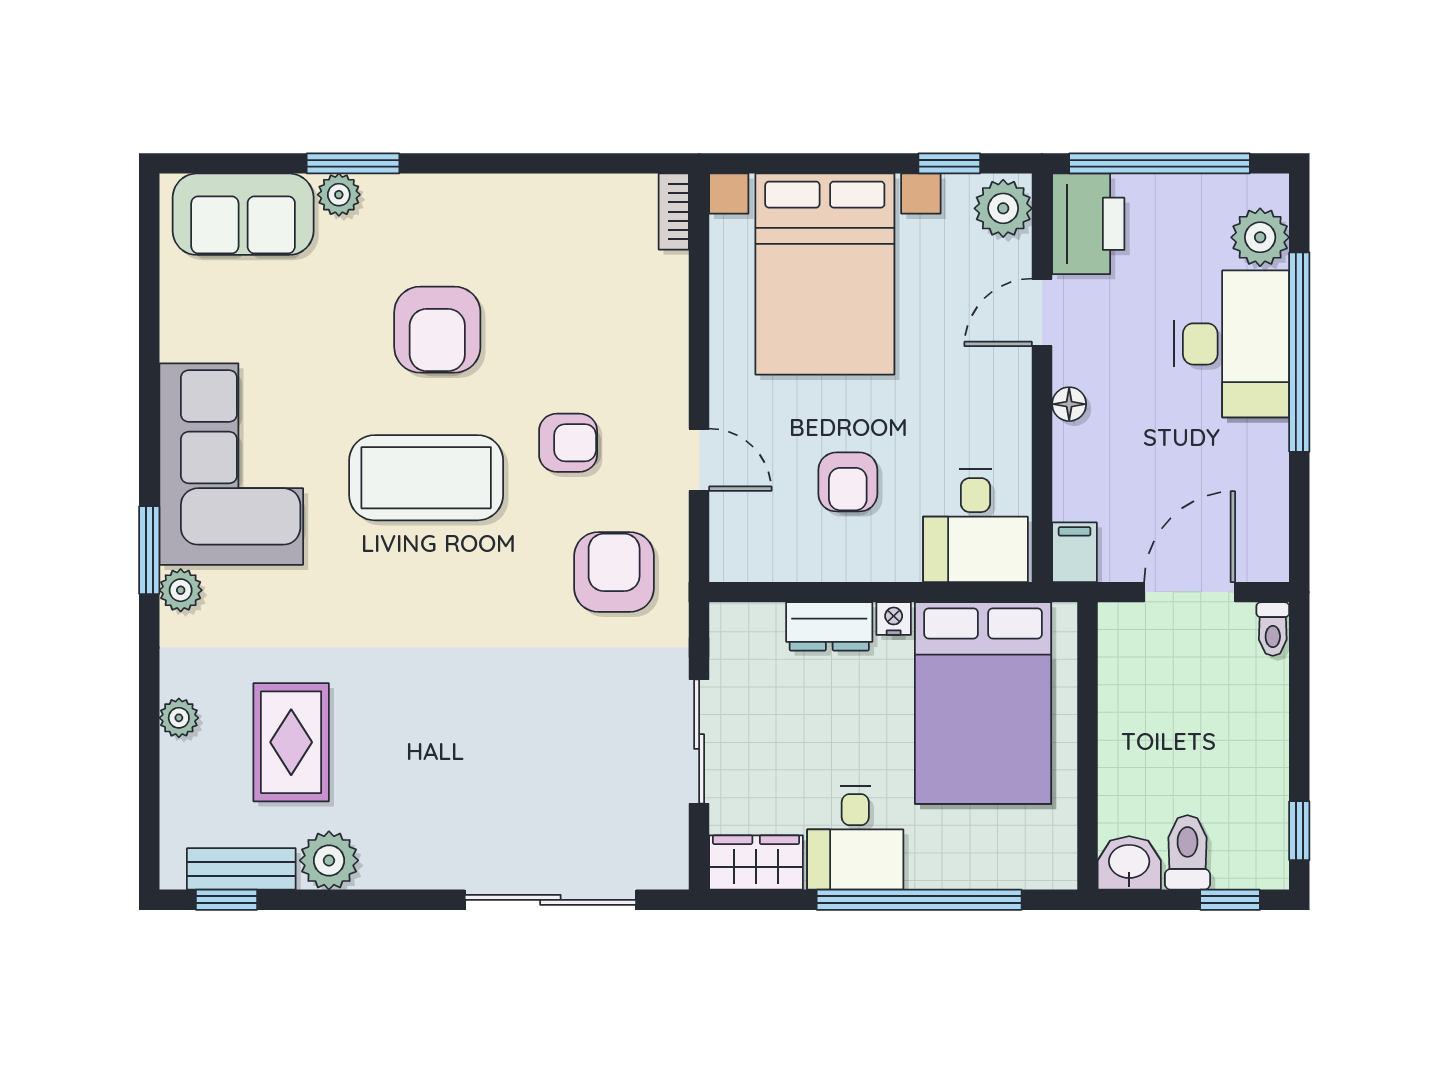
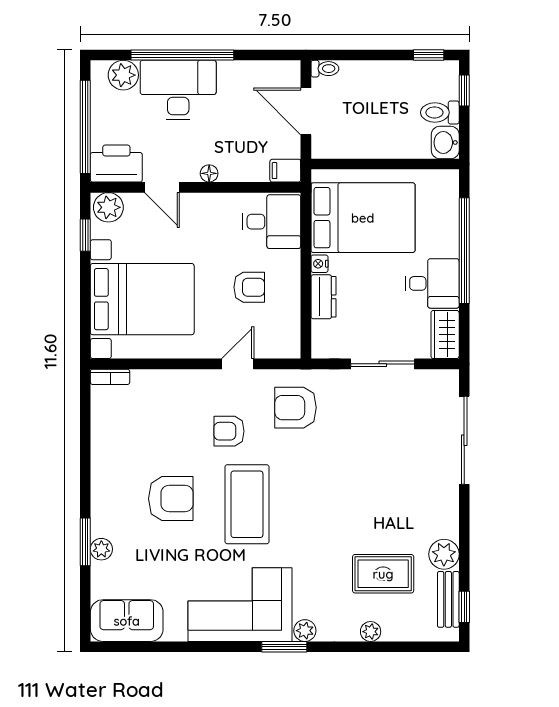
sofa: (243, 214) -> (127, 621), moved, turned -90
armchair: (568, 443) -> (229, 431), turned -90

